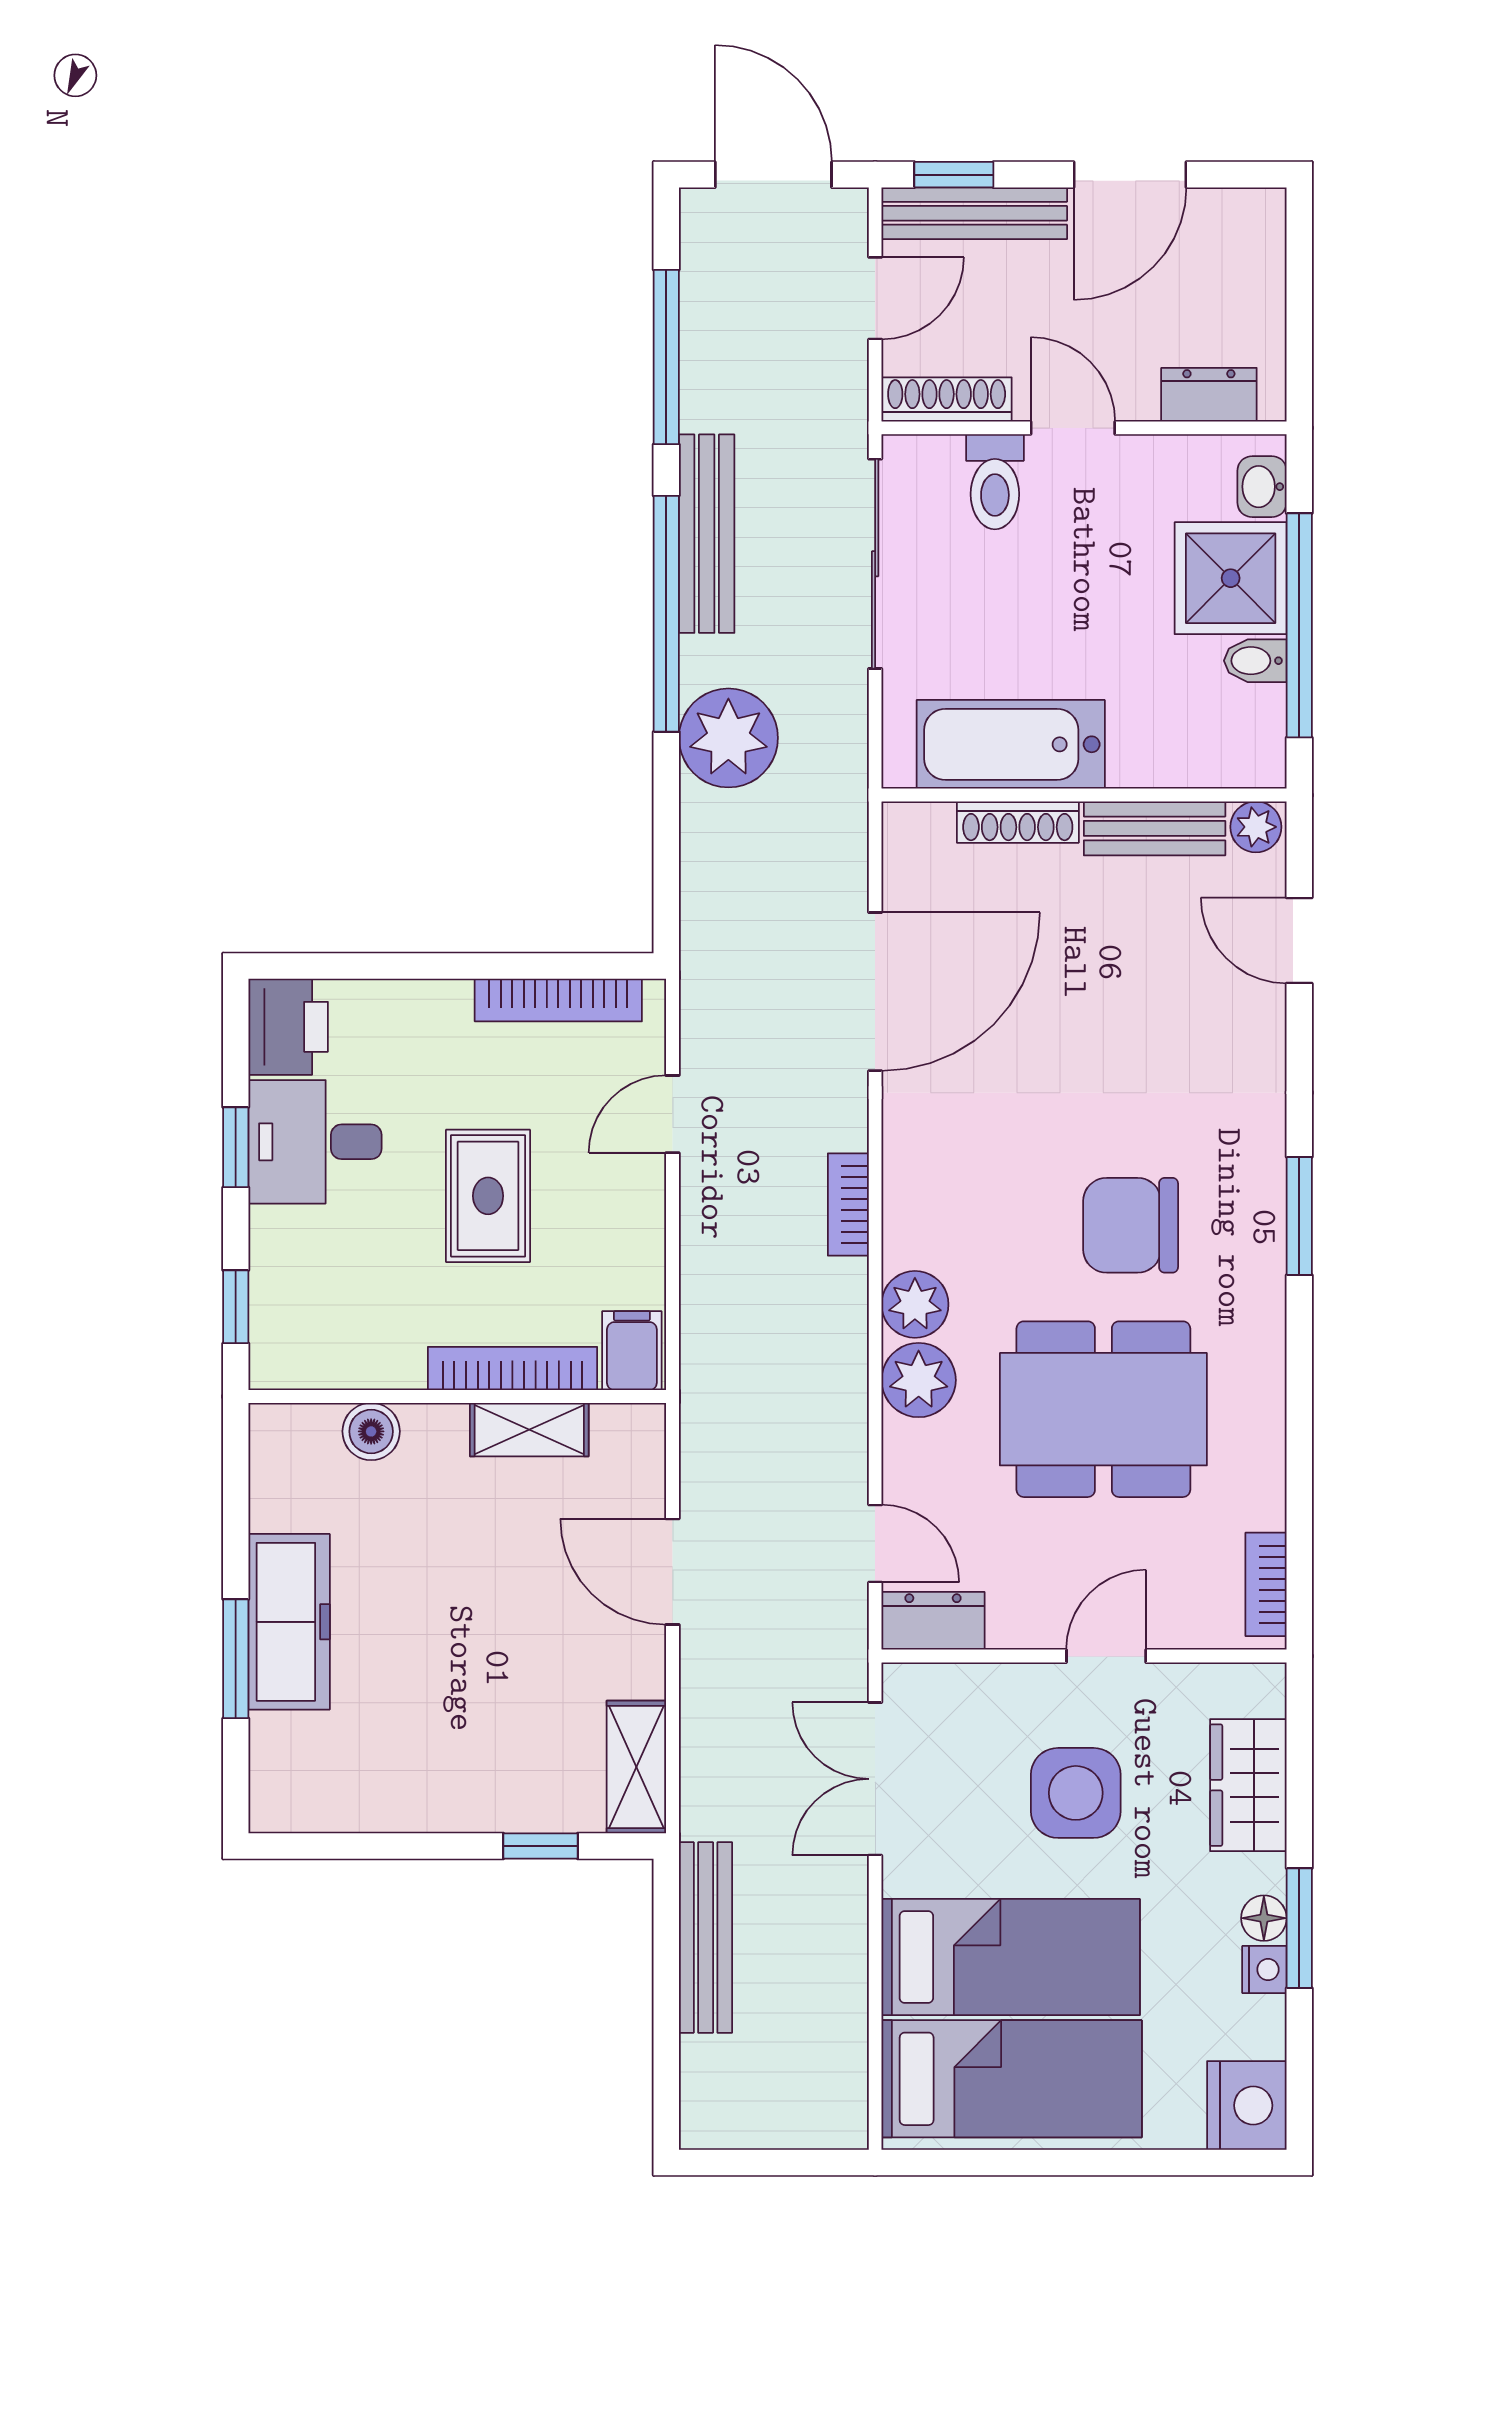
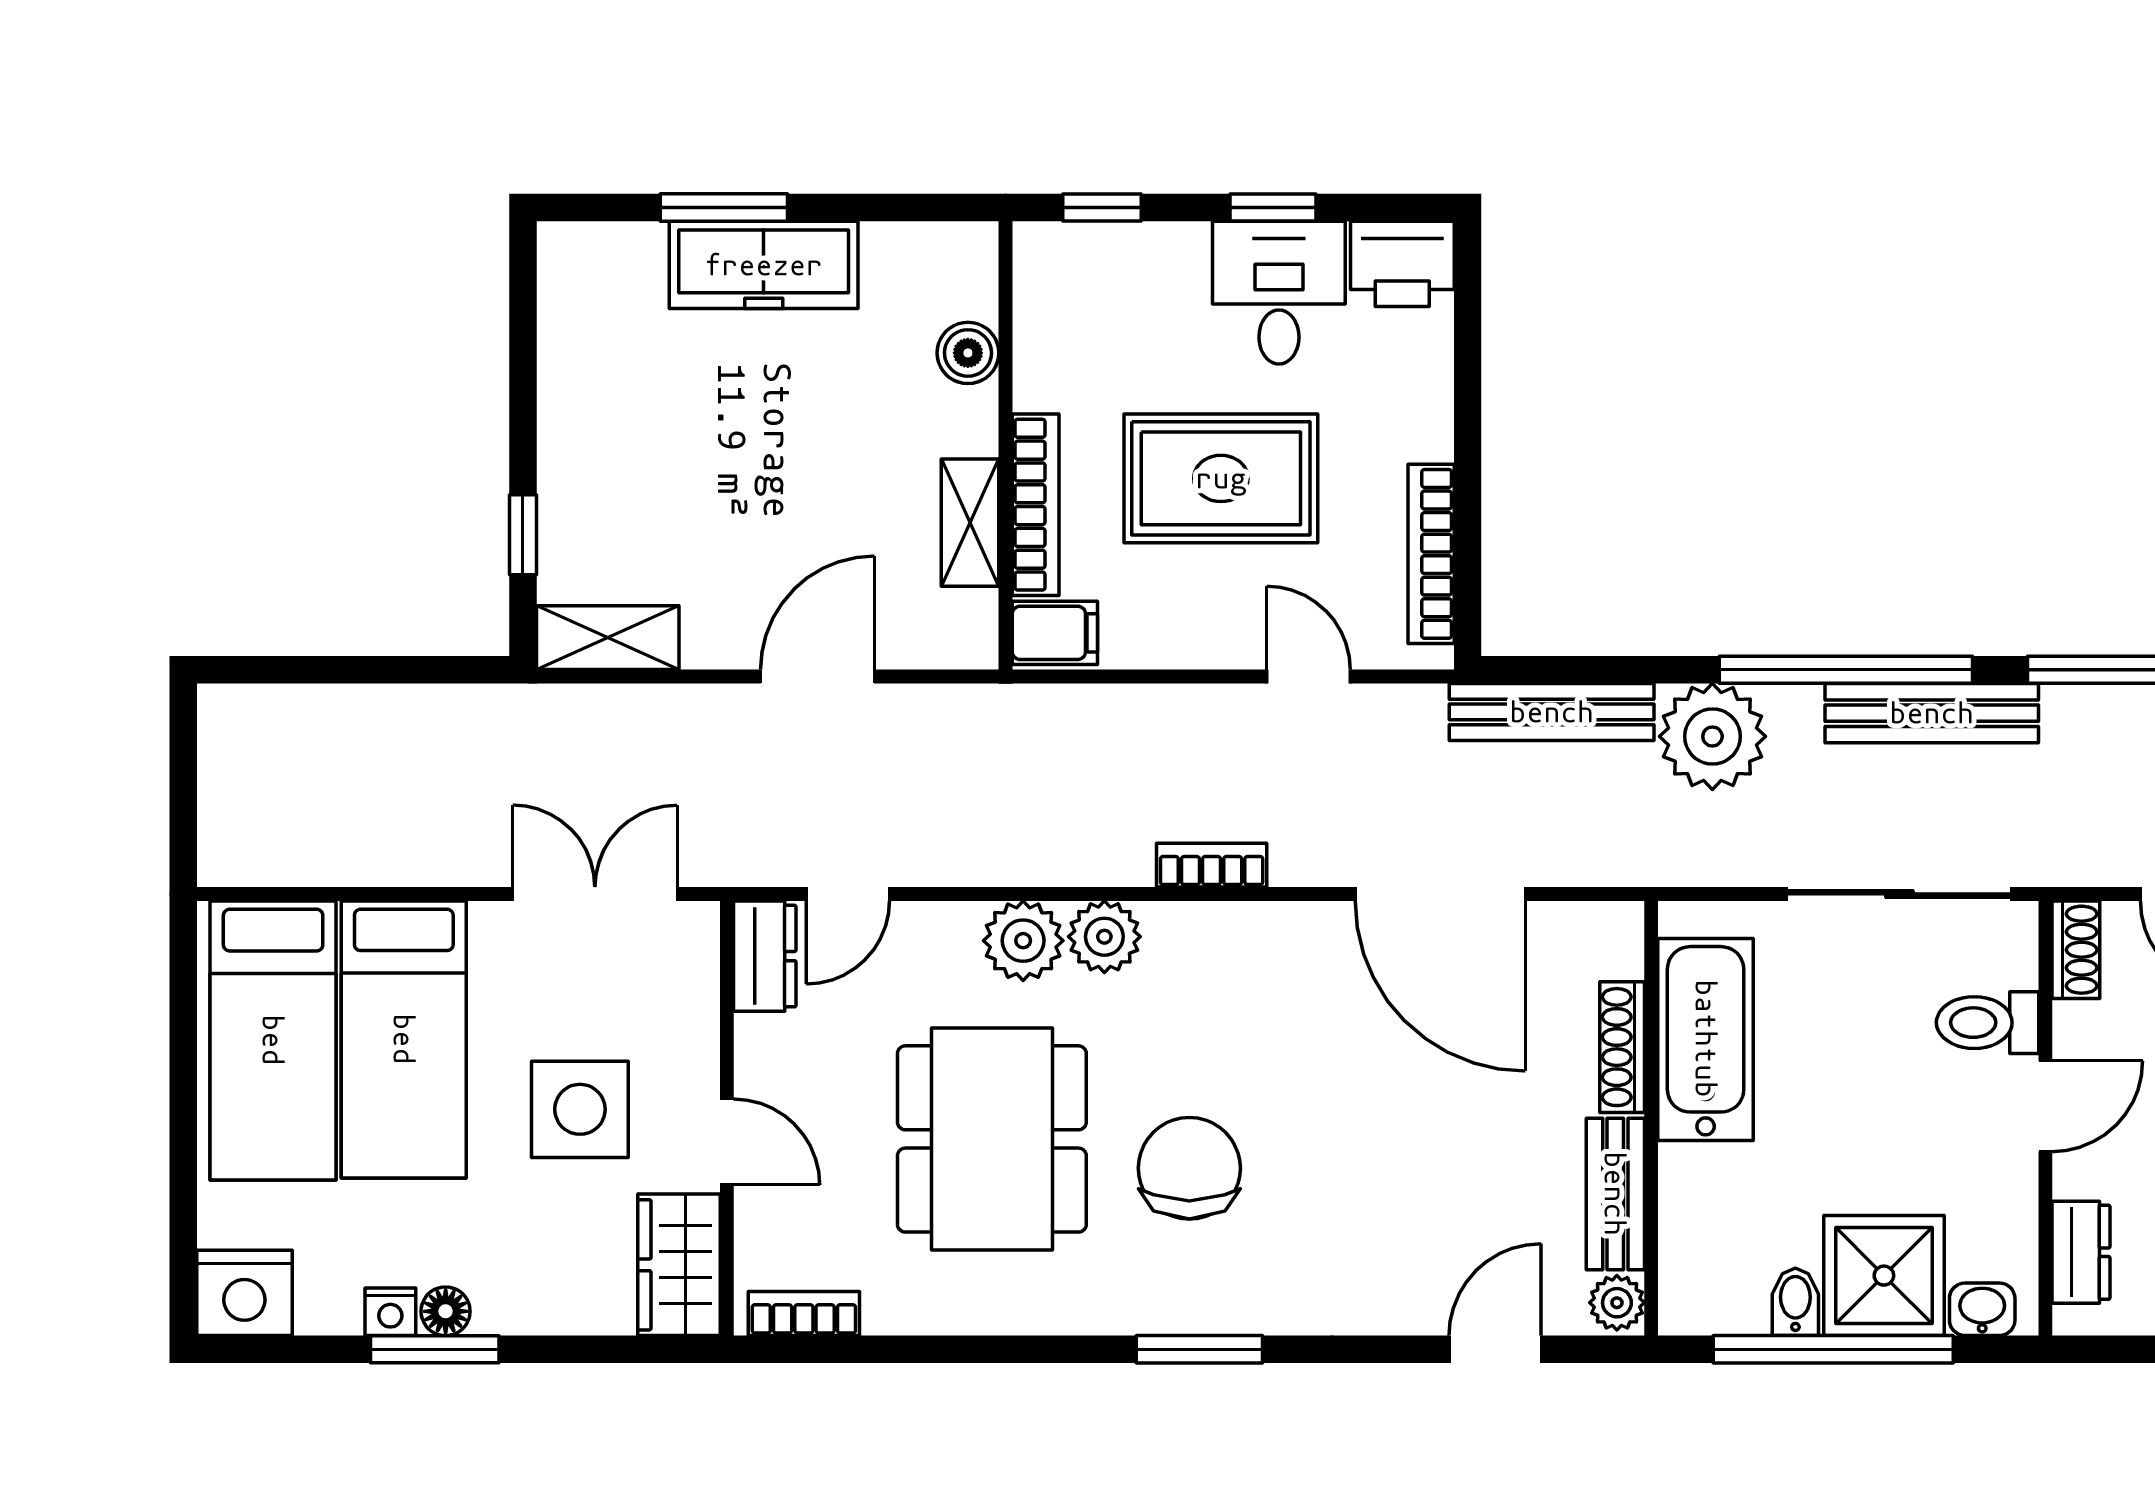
shoe rack: (947, 399) -> (2076, 950), width x0.70
rug: (488, 1196) -> (1221, 478), width x1.36, depth x1.43
wardrobe: (1248, 1785) -> (679, 1265), moved, turned -90
bench: (706, 1938) -> (1552, 712), moved

